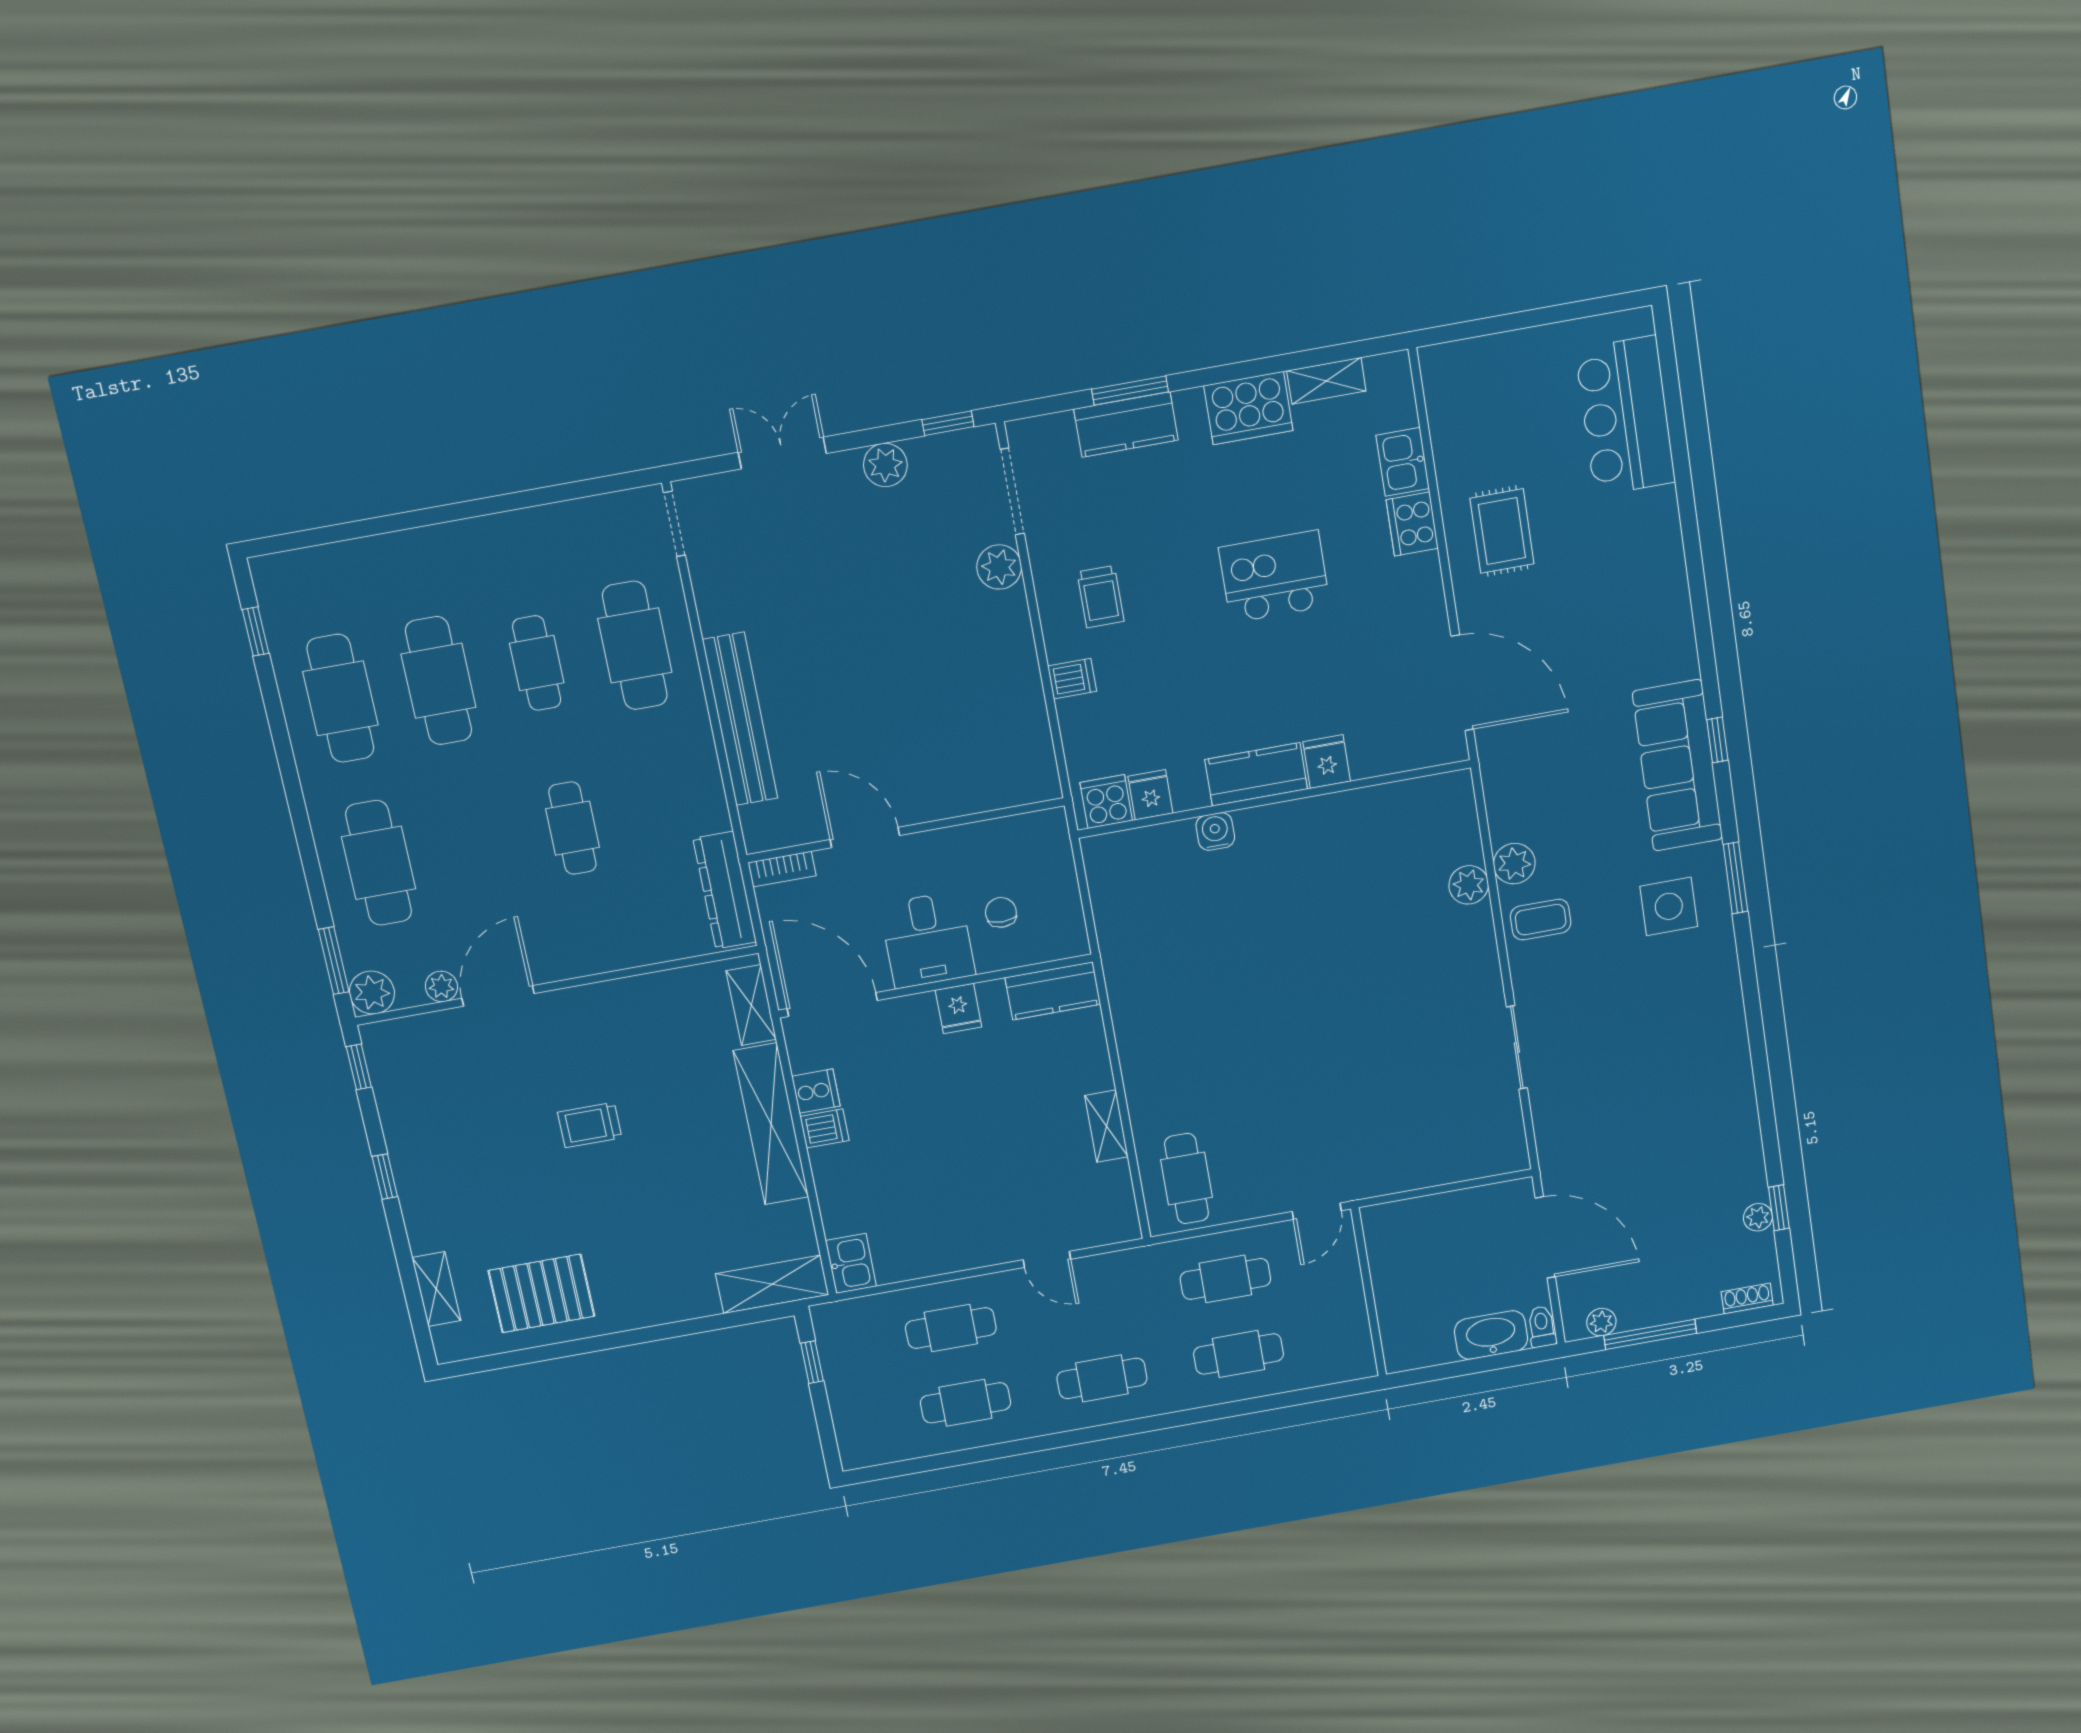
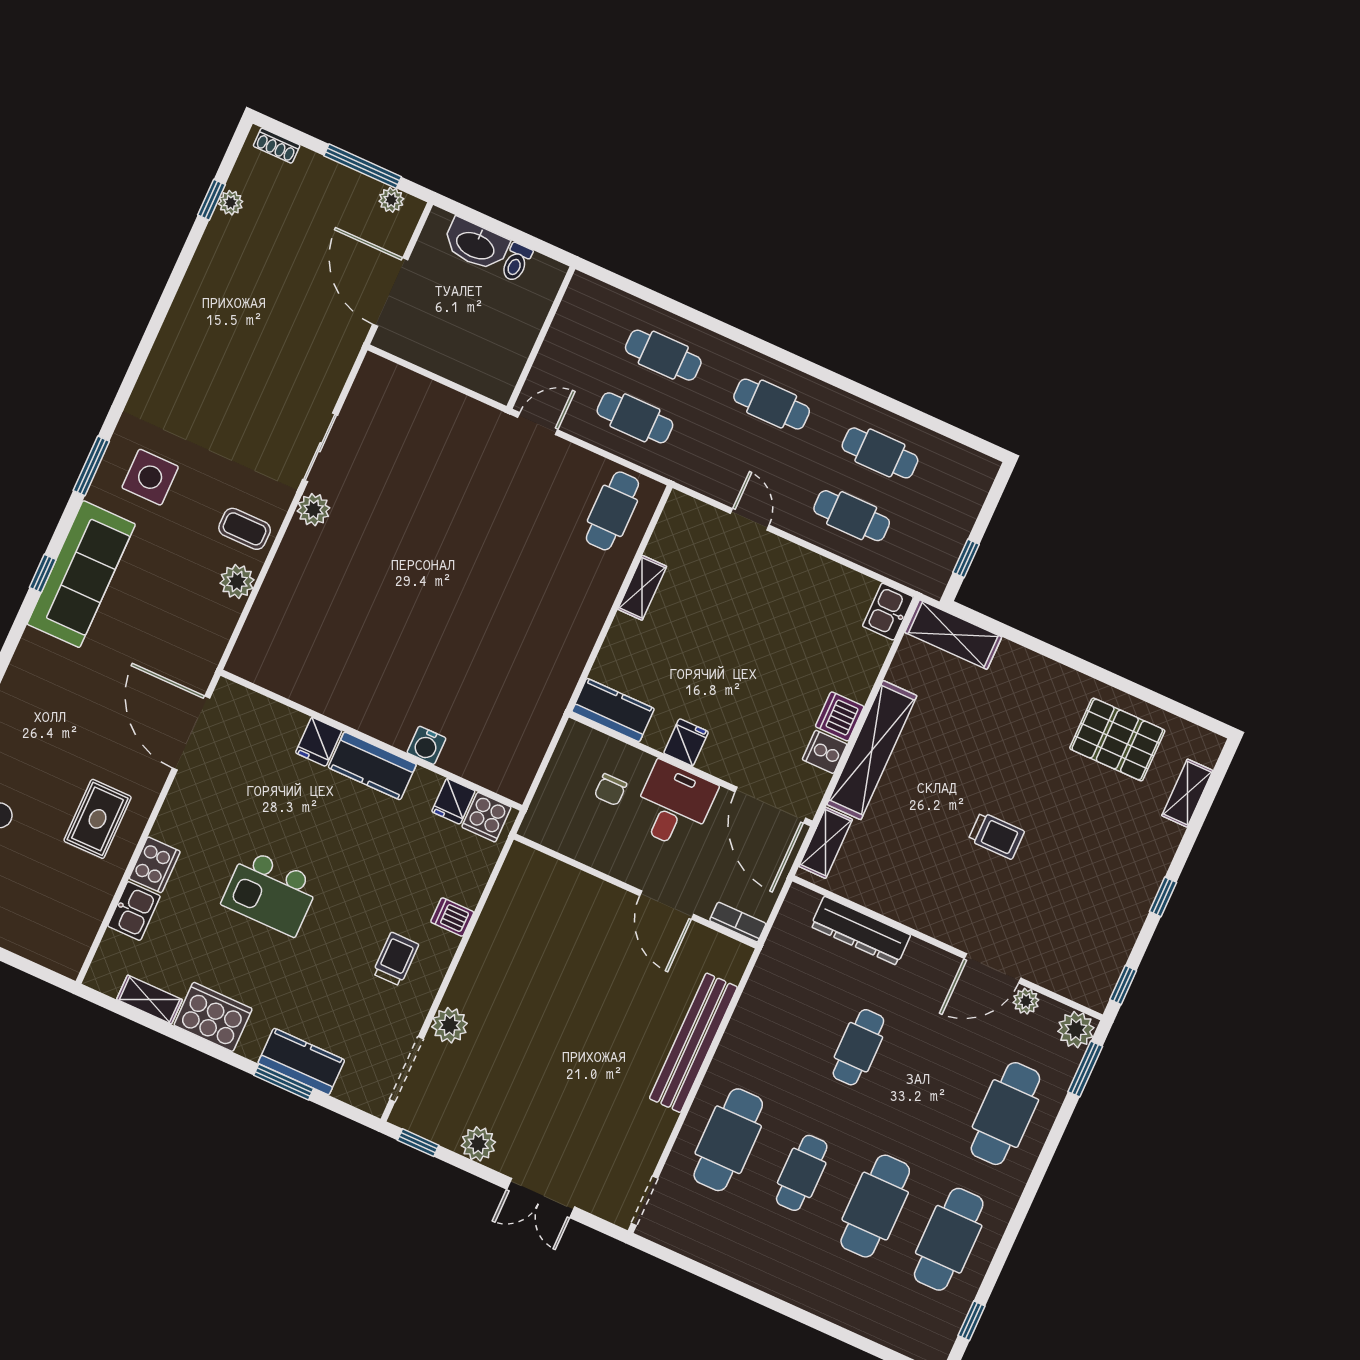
plant: (1469, 885) -> (313, 510), moved
dresser: (725, 890) -> (861, 931), moved, turned 90
dishwasher: (824, 1128) -> (840, 716), width x1.38
toilet: (1542, 1327) -> (516, 262), moved

